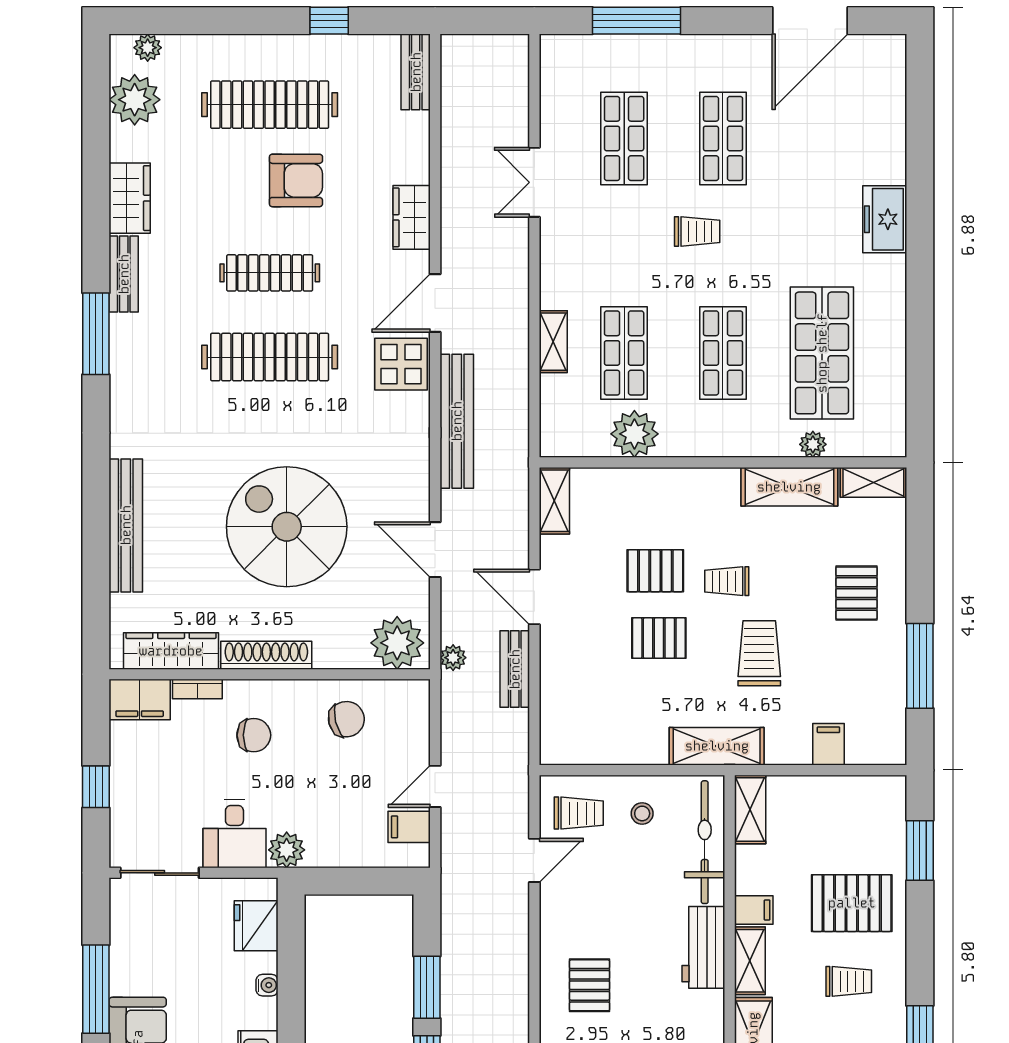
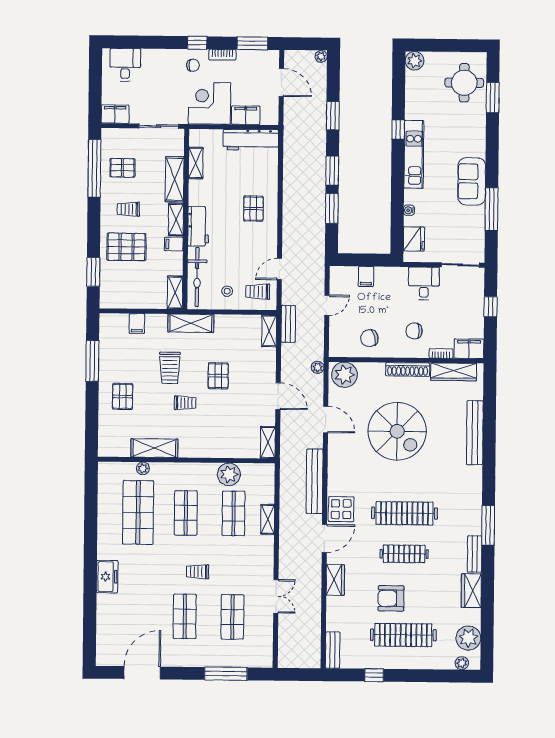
shelving: (873, 482) -> (269, 331), moved, turned 90
pallet: (655, 571) -> (220, 408), removed
pallet: (659, 638) -> (218, 376), turned 90
bench: (515, 669) -> (288, 324), moved
filing cabinet: (409, 827) -> (366, 277), moved, turned 90
plant: (287, 850) -> (399, 275), removed

